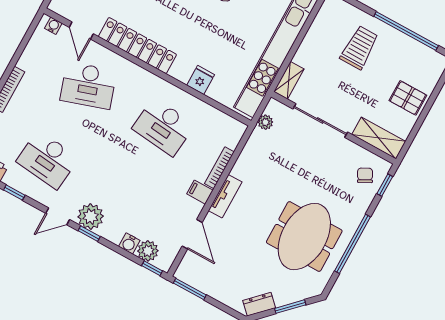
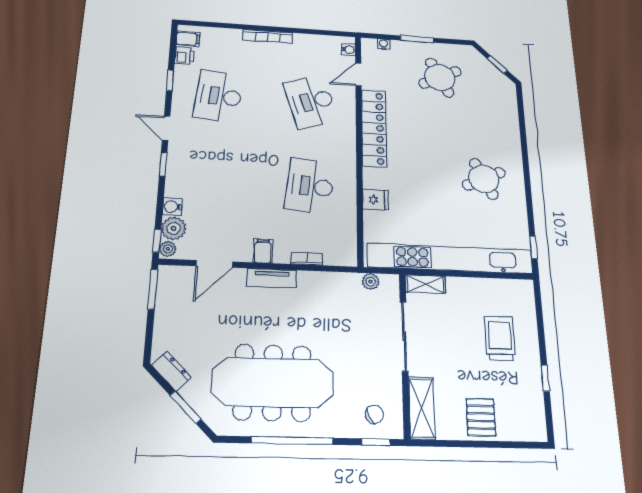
window: (406, 31) -> (545, 378), width x0.32
trolley: (359, 48) -> (500, 338), turned -90
bookcase: (219, 168) -> (307, 259), width x0.64
plant: (91, 217) -> (168, 249), moved, width x0.53, depth x0.53
meeting table: (304, 237) -> (272, 382), width x1.36

